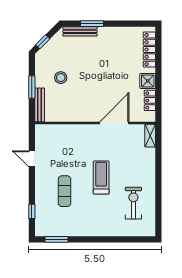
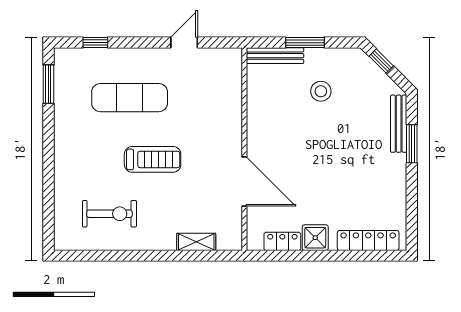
shelving: (150, 136) -> (196, 242), moved
exercise mat: (65, 191) -> (130, 98), width x1.36, depth x1.45

